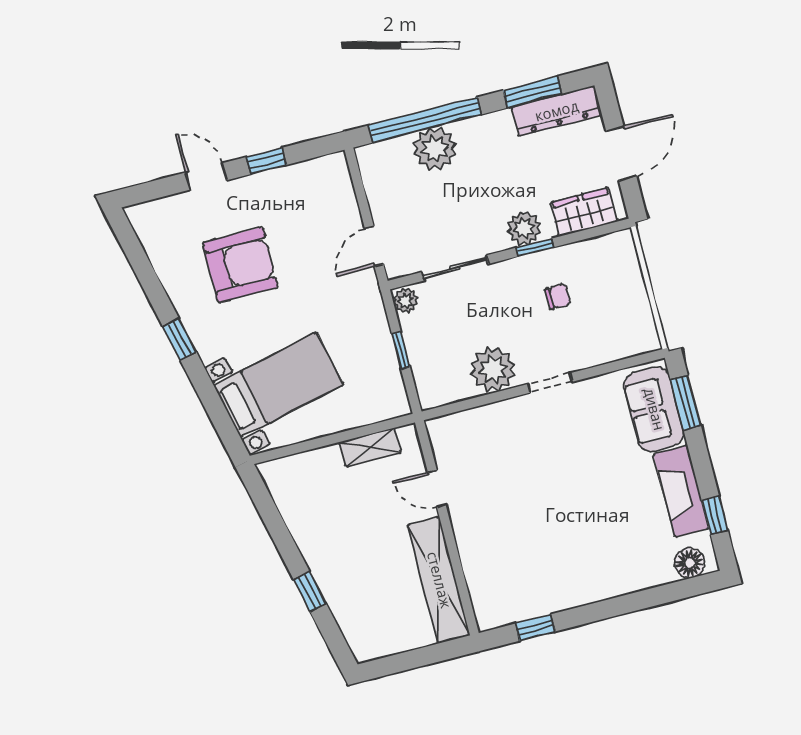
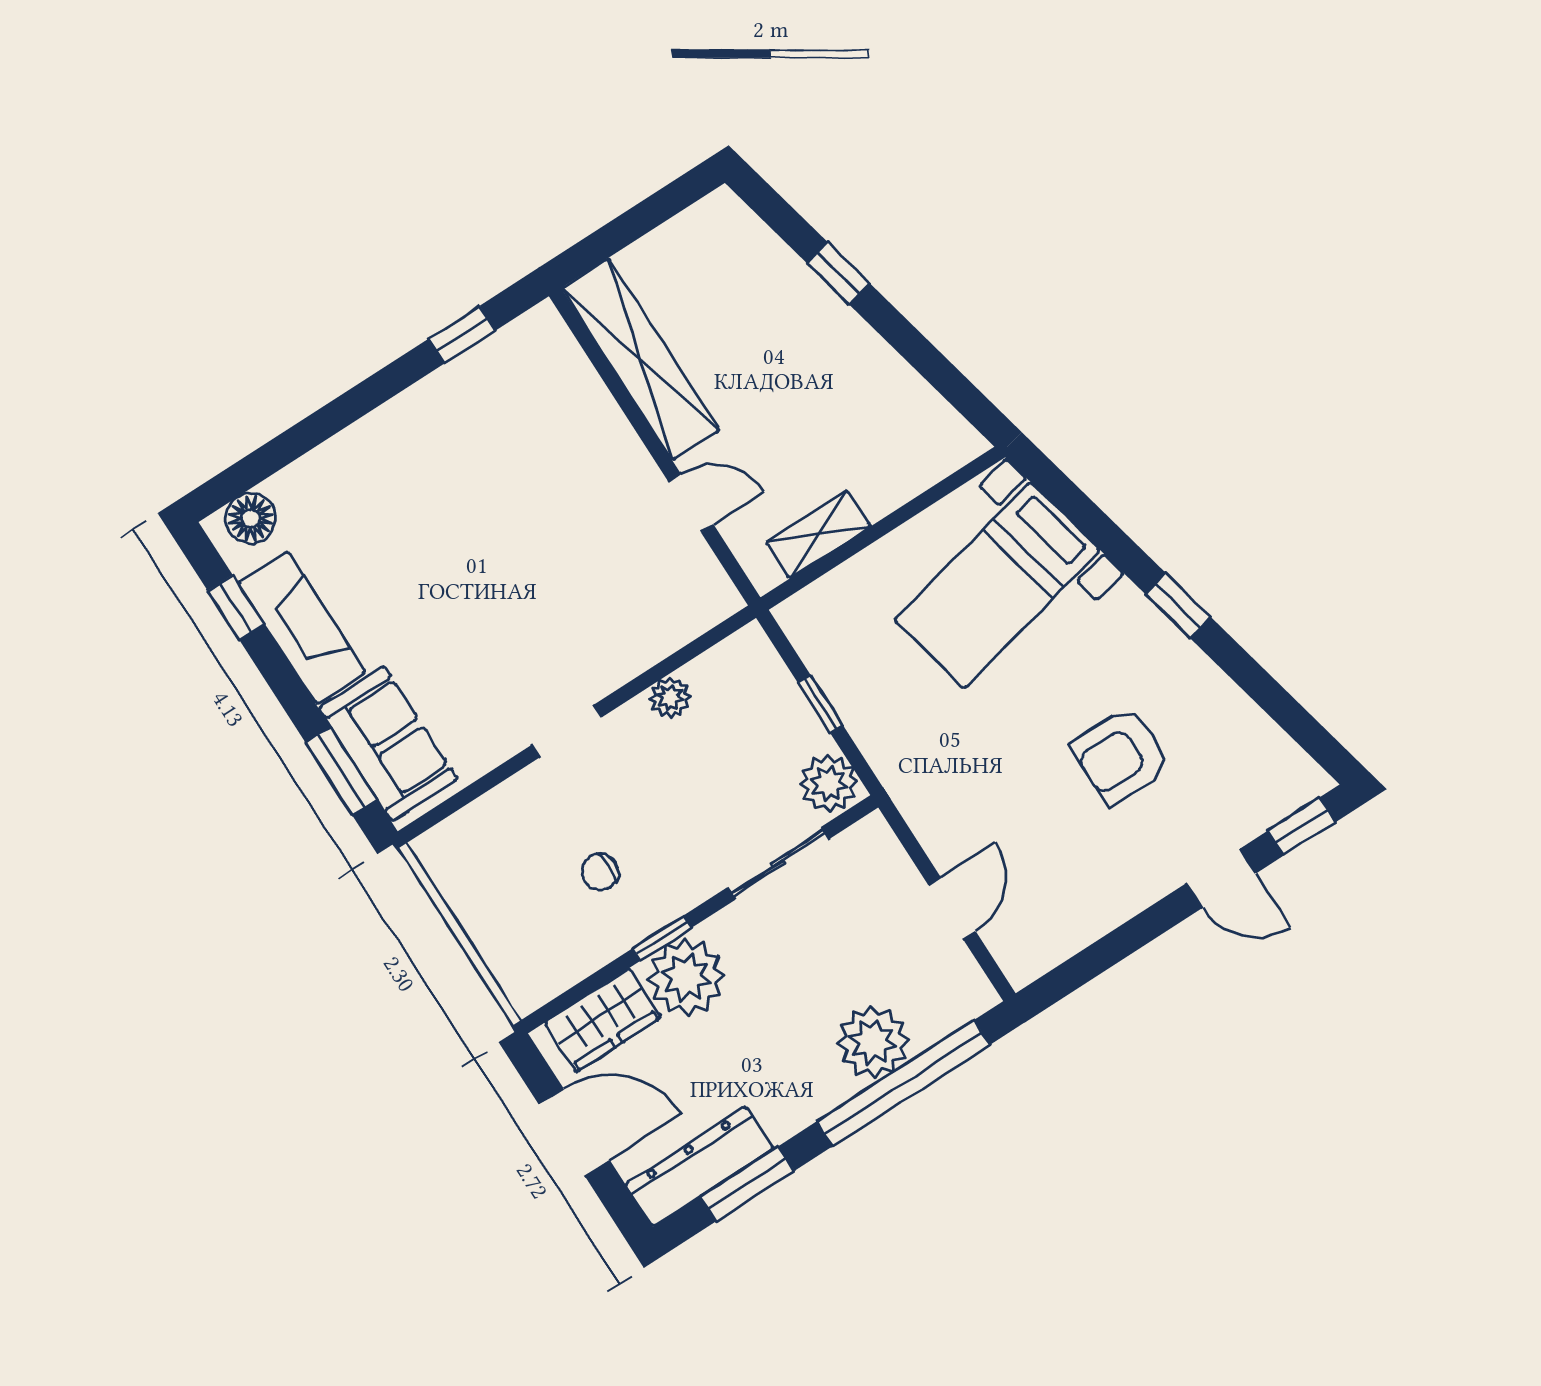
door: (621, 154) -> (574, 1132), swing flipped
window: (266, 161) -> (1302, 826), moved
plant: (524, 228) -> (686, 977), width x1.36, depth x1.36
door: (374, 247) -> (952, 908), moved
armchair: (240, 265) -> (1121, 756), width x0.73, depth x0.73
plant: (406, 301) -> (829, 783), width x1.38, depth x1.38
plant: (493, 369) -> (670, 698), width x0.53, depth x0.53

